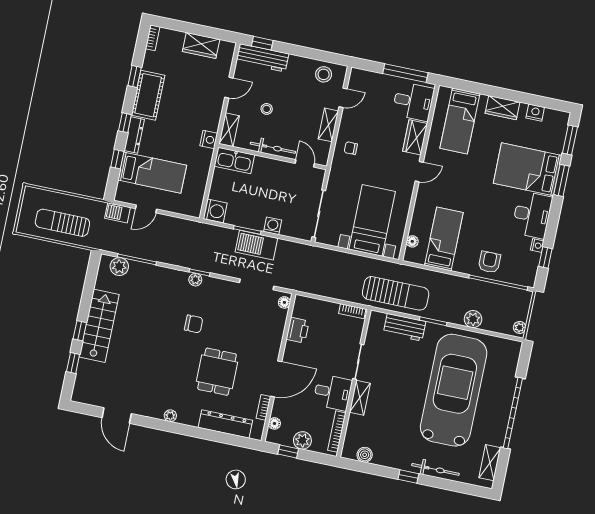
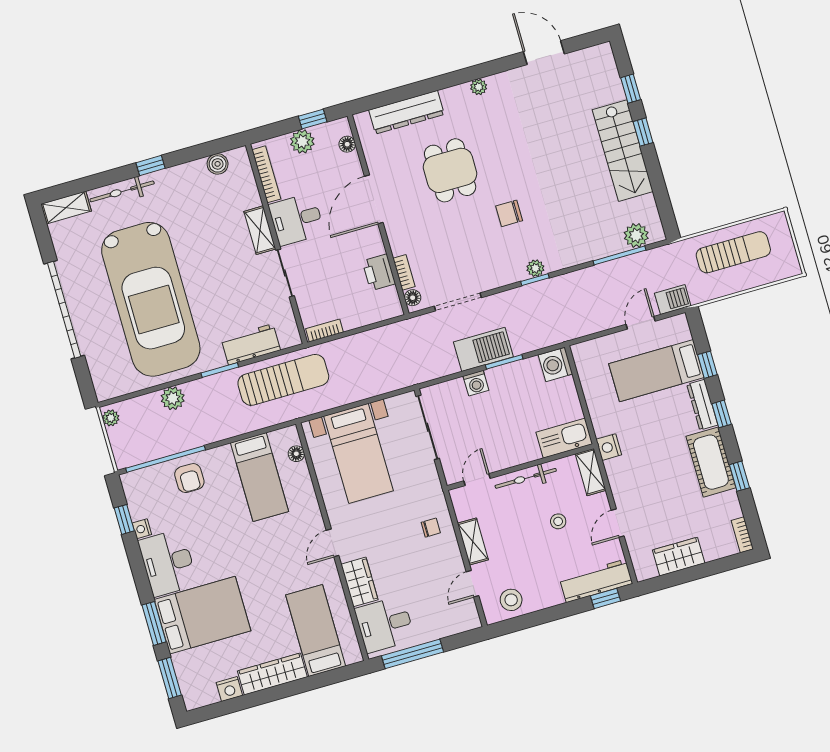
wardrobe: (503, 108) -> (272, 674), width x1.50
door: (305, 163) -> (477, 480), swing flipped
sun lounger: (396, 293) -> (283, 380), turned 180
bookcase: (263, 407) -> (404, 272), moved
shelving: (490, 463) -> (66, 208), moved, turned 90

